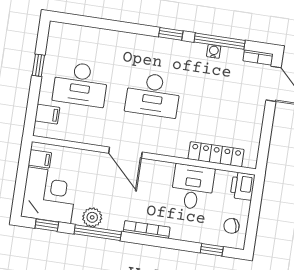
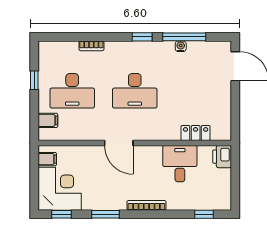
bookcase: (258, 57) -> (91, 46), moved
locker: (216, 154) -> (196, 133), width x0.66
plant: (92, 217) -> (99, 202), removed
chair: (231, 226) -> (218, 192), removed
window: (98, 233) -> (106, 214), width x0.69

